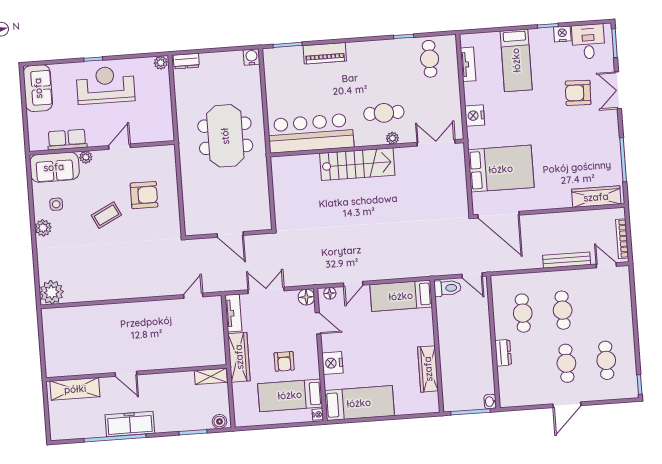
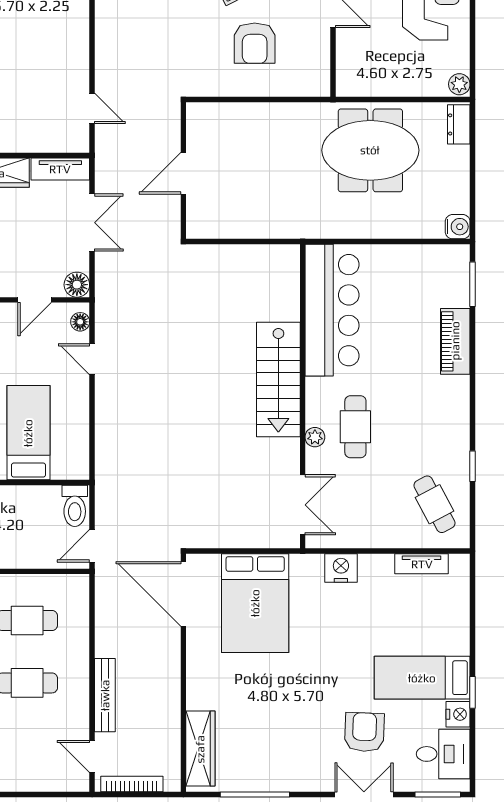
cafe table: (430, 59) -> (434, 504), turned 62
bed: (516, 60) -> (422, 678), moved
meeting table: (225, 136) -> (370, 150), moved
door: (498, 215) -> (183, 594), hinge flipped
door: (606, 265) -> (92, 756), swing flipped
bed: (401, 296) -> (28, 433), moved

